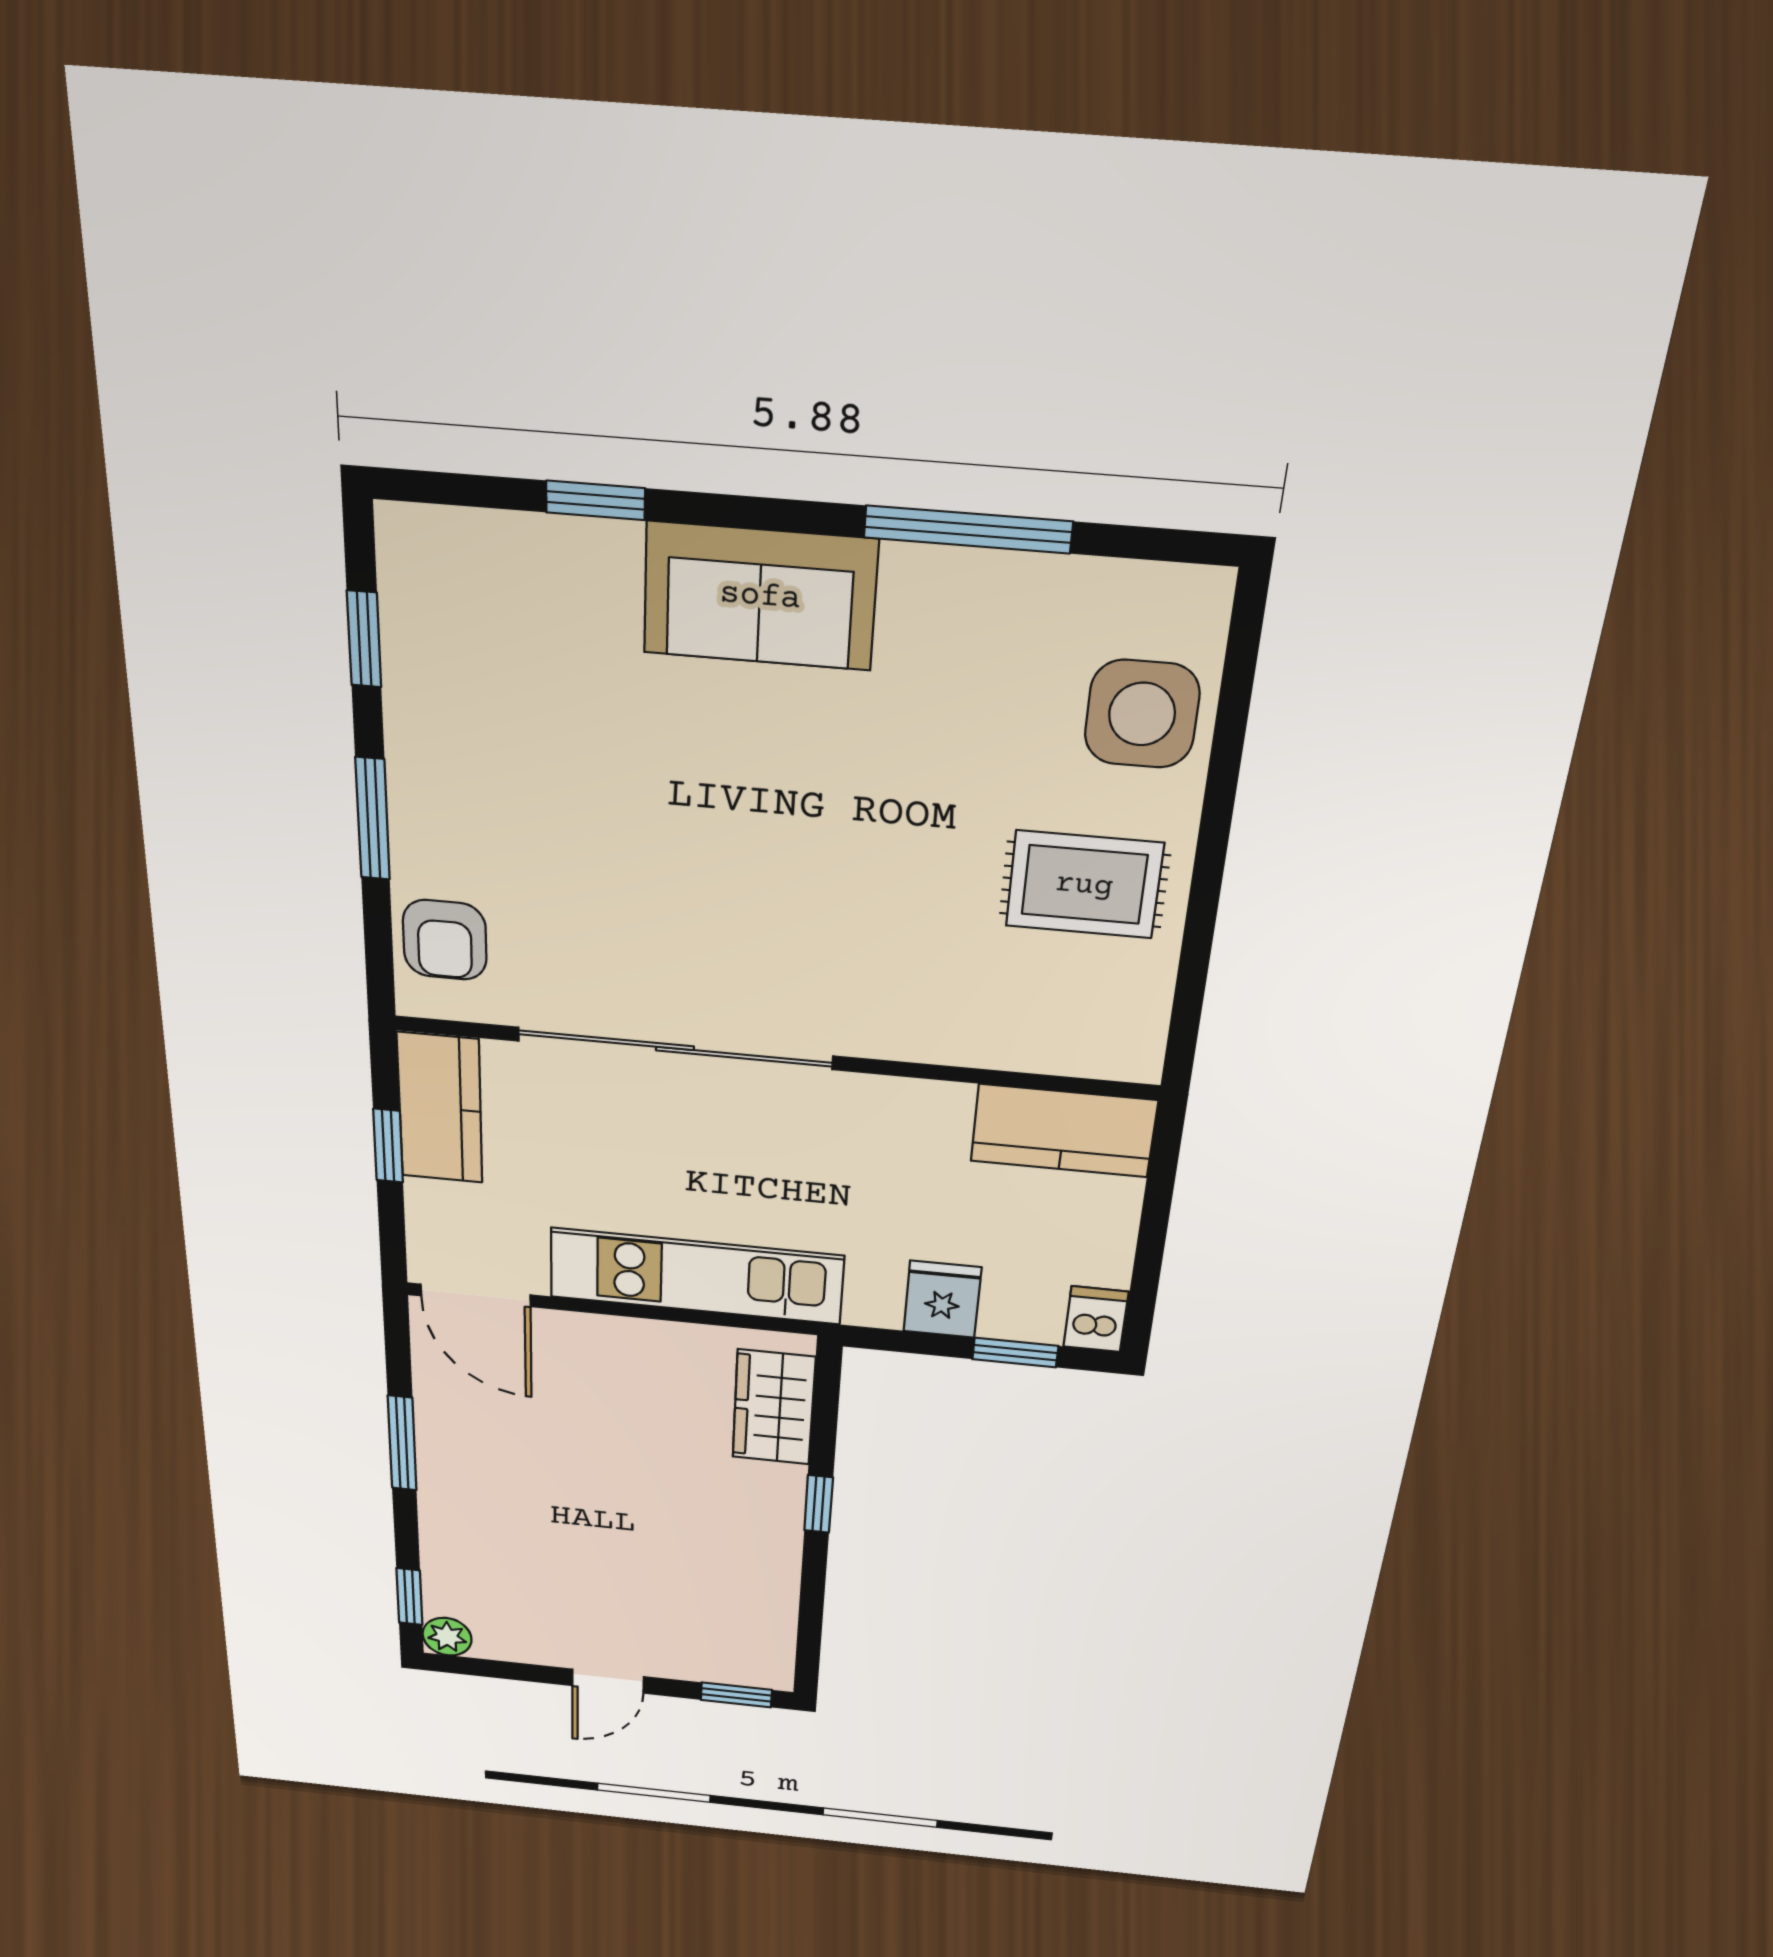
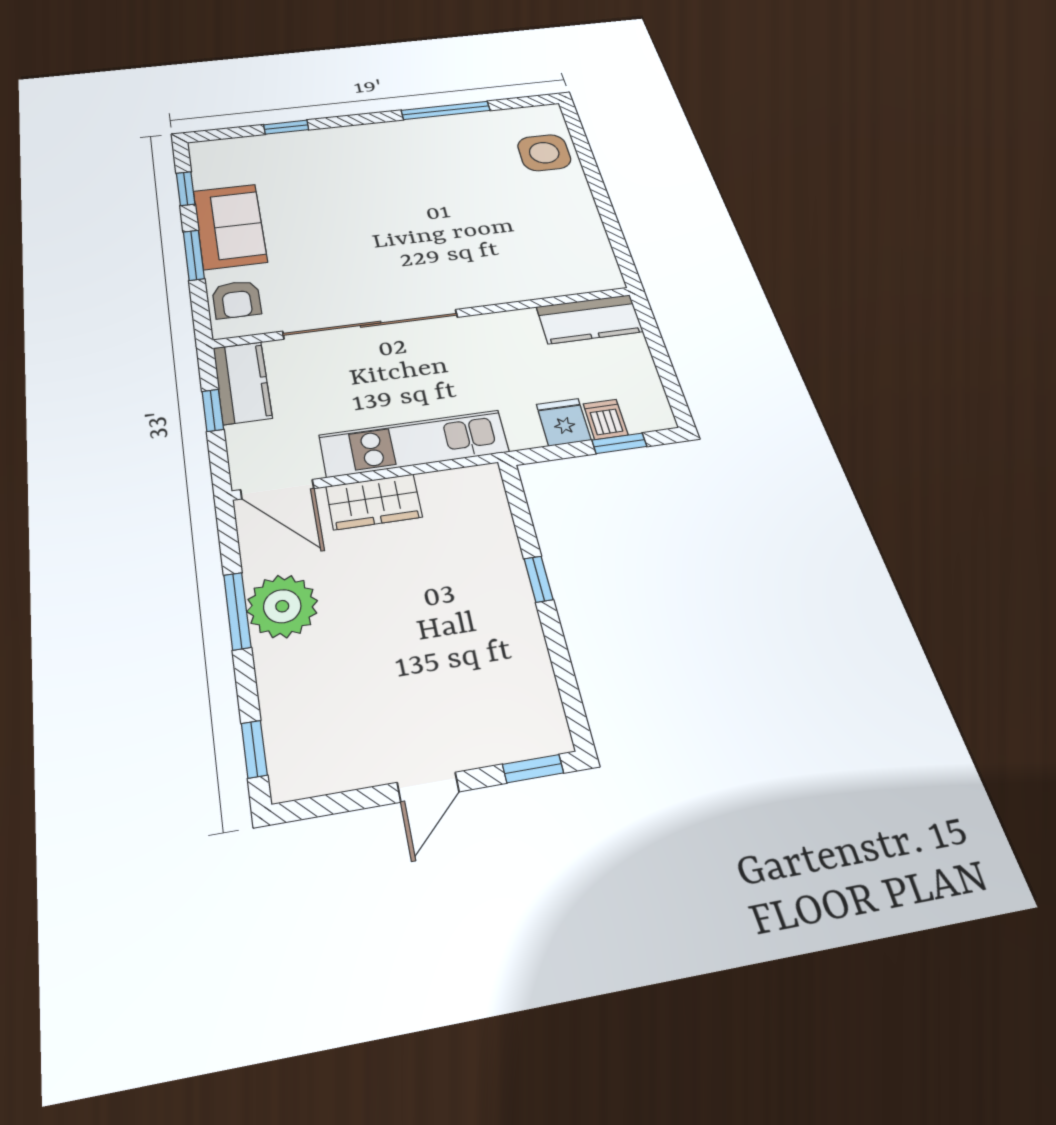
sofa: (760, 596) -> (230, 226), moved, turned -90
rug: (1084, 885) -> (549, 215), removed
dishwasher: (1096, 1319) -> (606, 419), moved
wardrobe: (774, 1407) -> (374, 502), moved, turned -90
plant: (447, 1637) -> (282, 606), moved, width x1.87, depth x1.87

